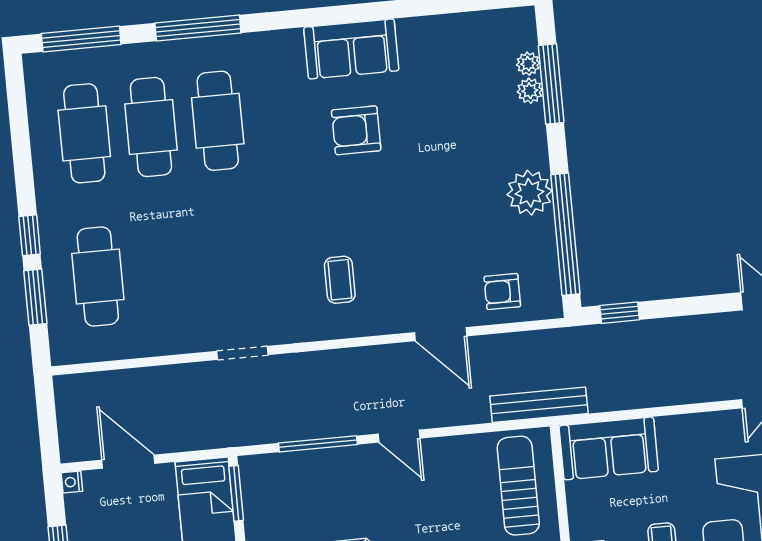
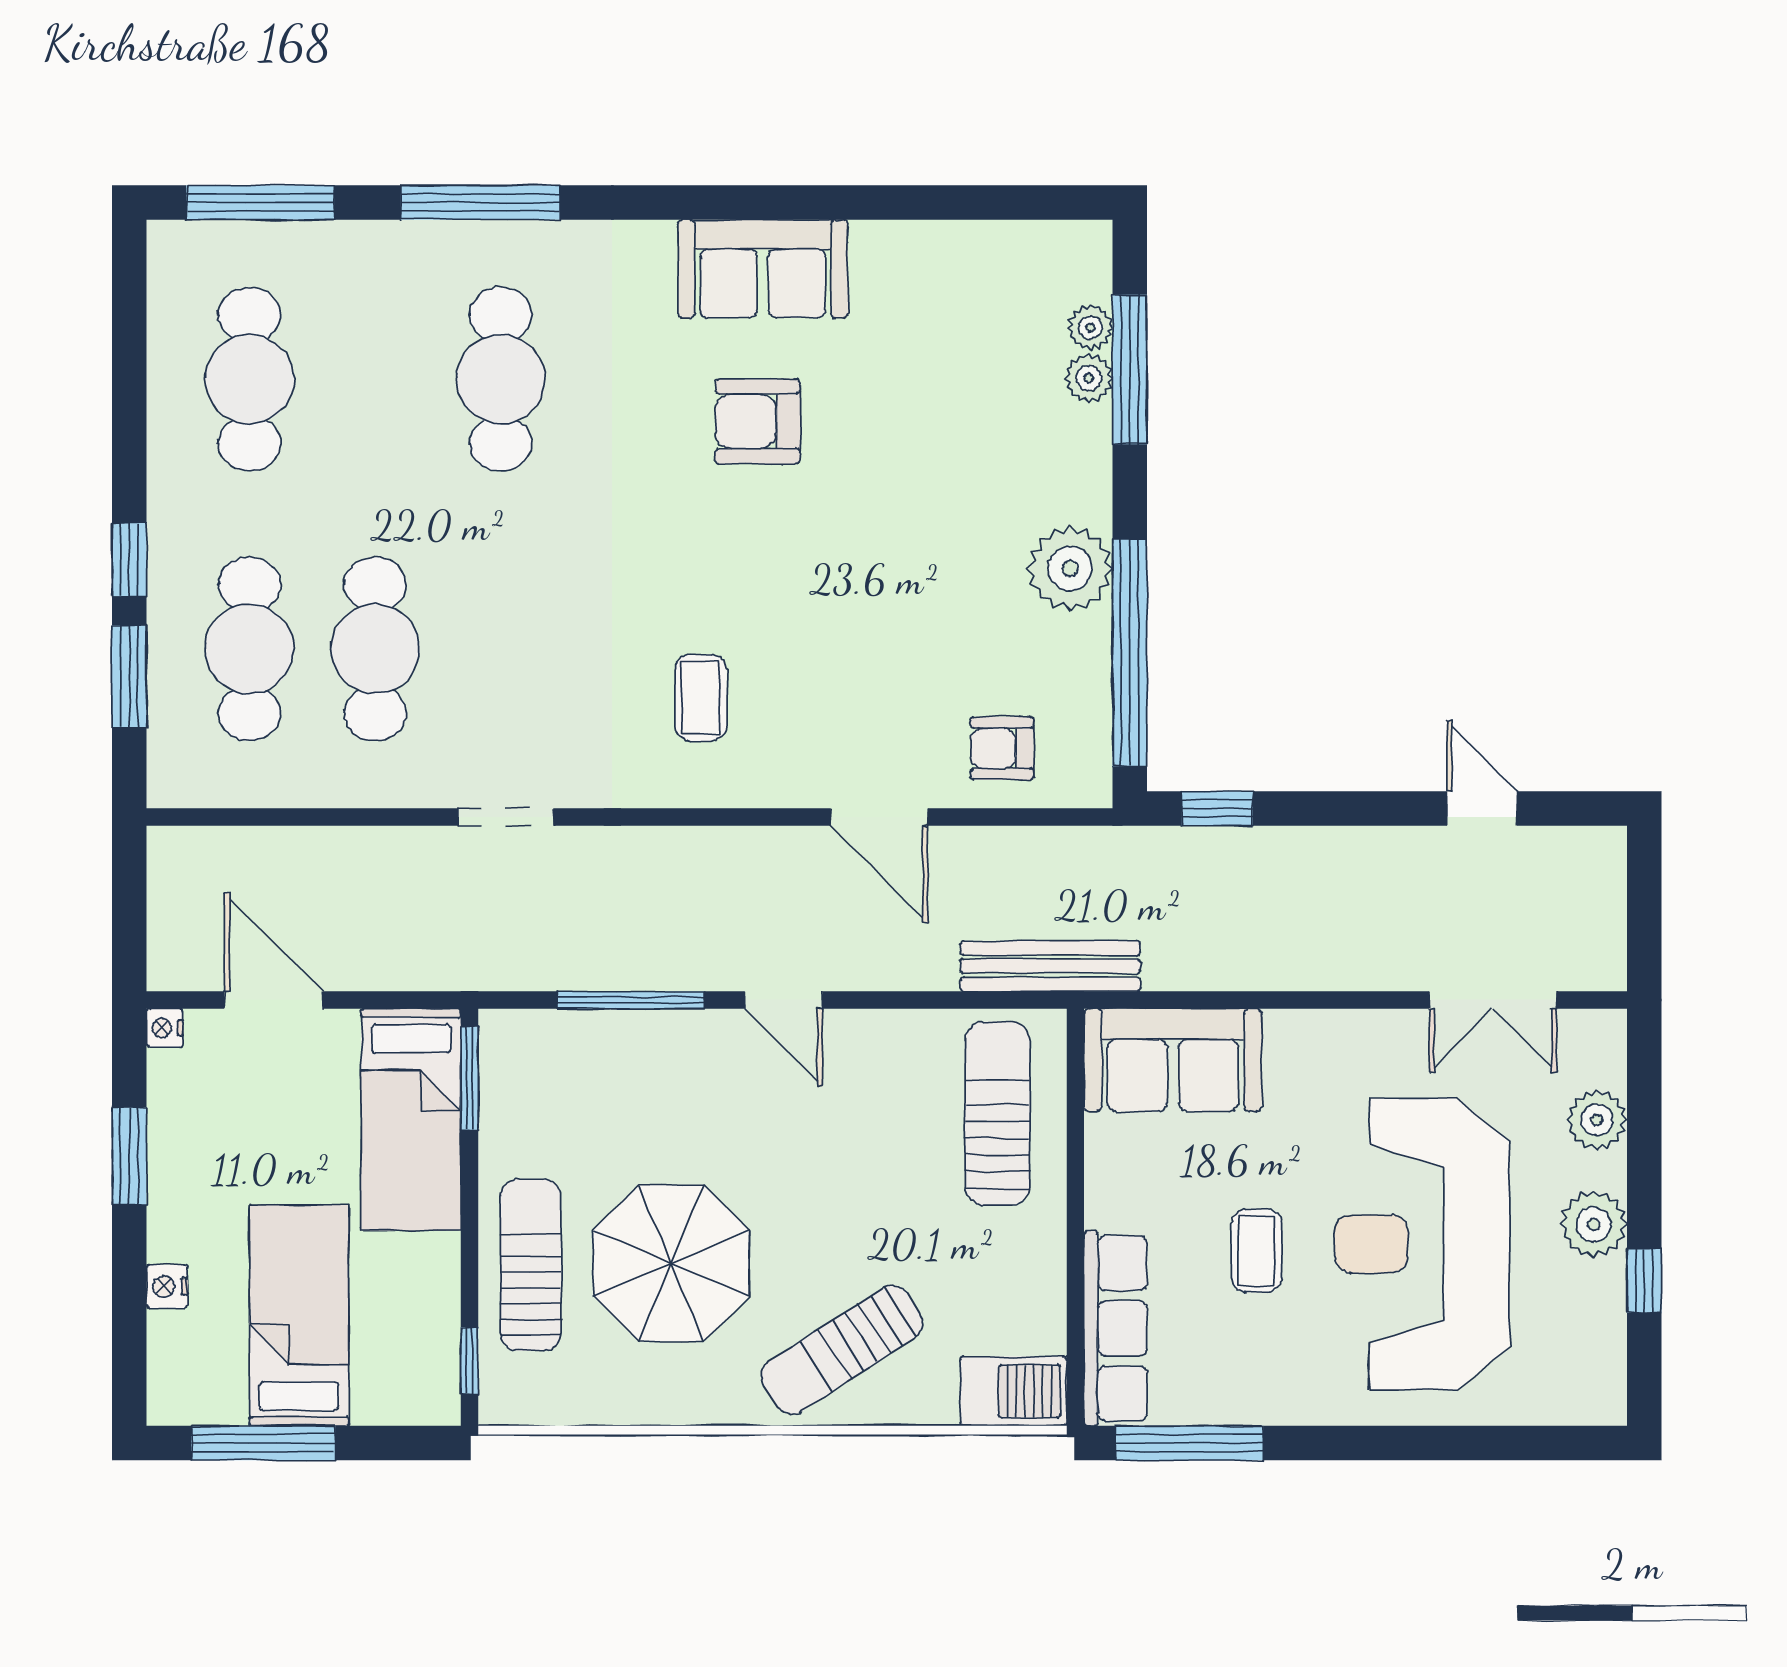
cafe table: (151, 127) -> (375, 649), moved

